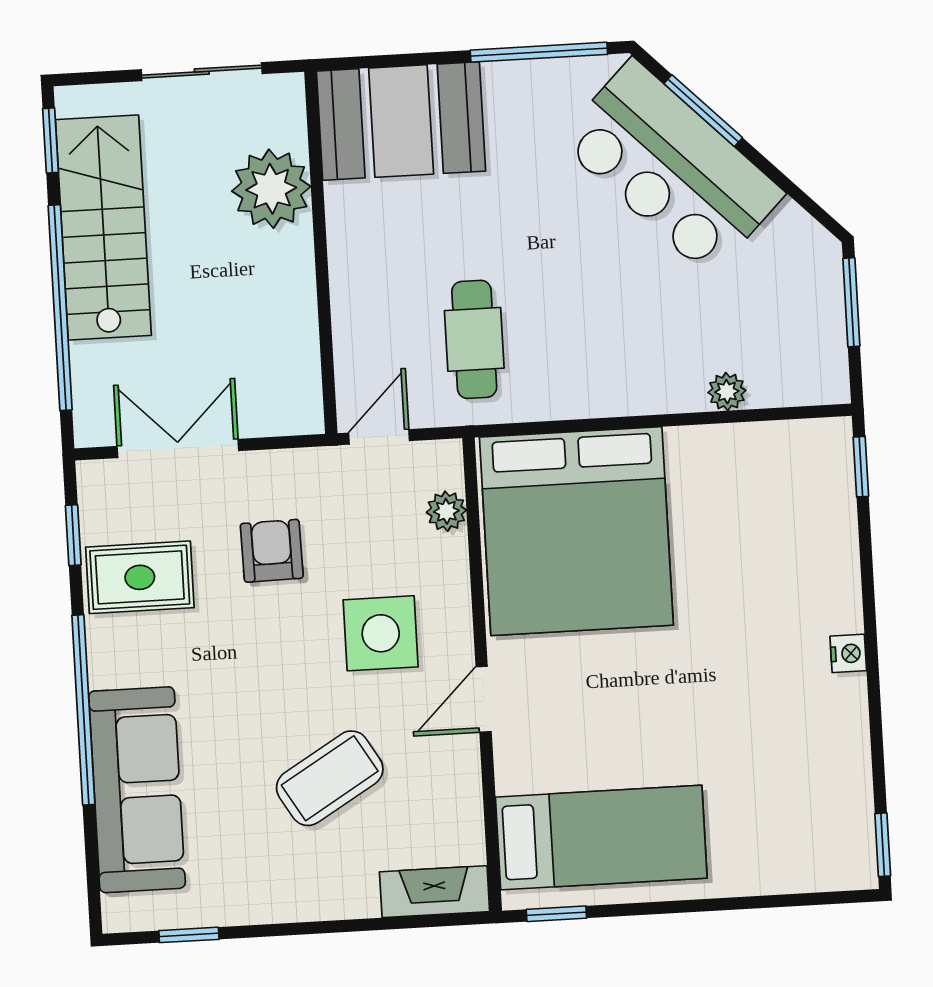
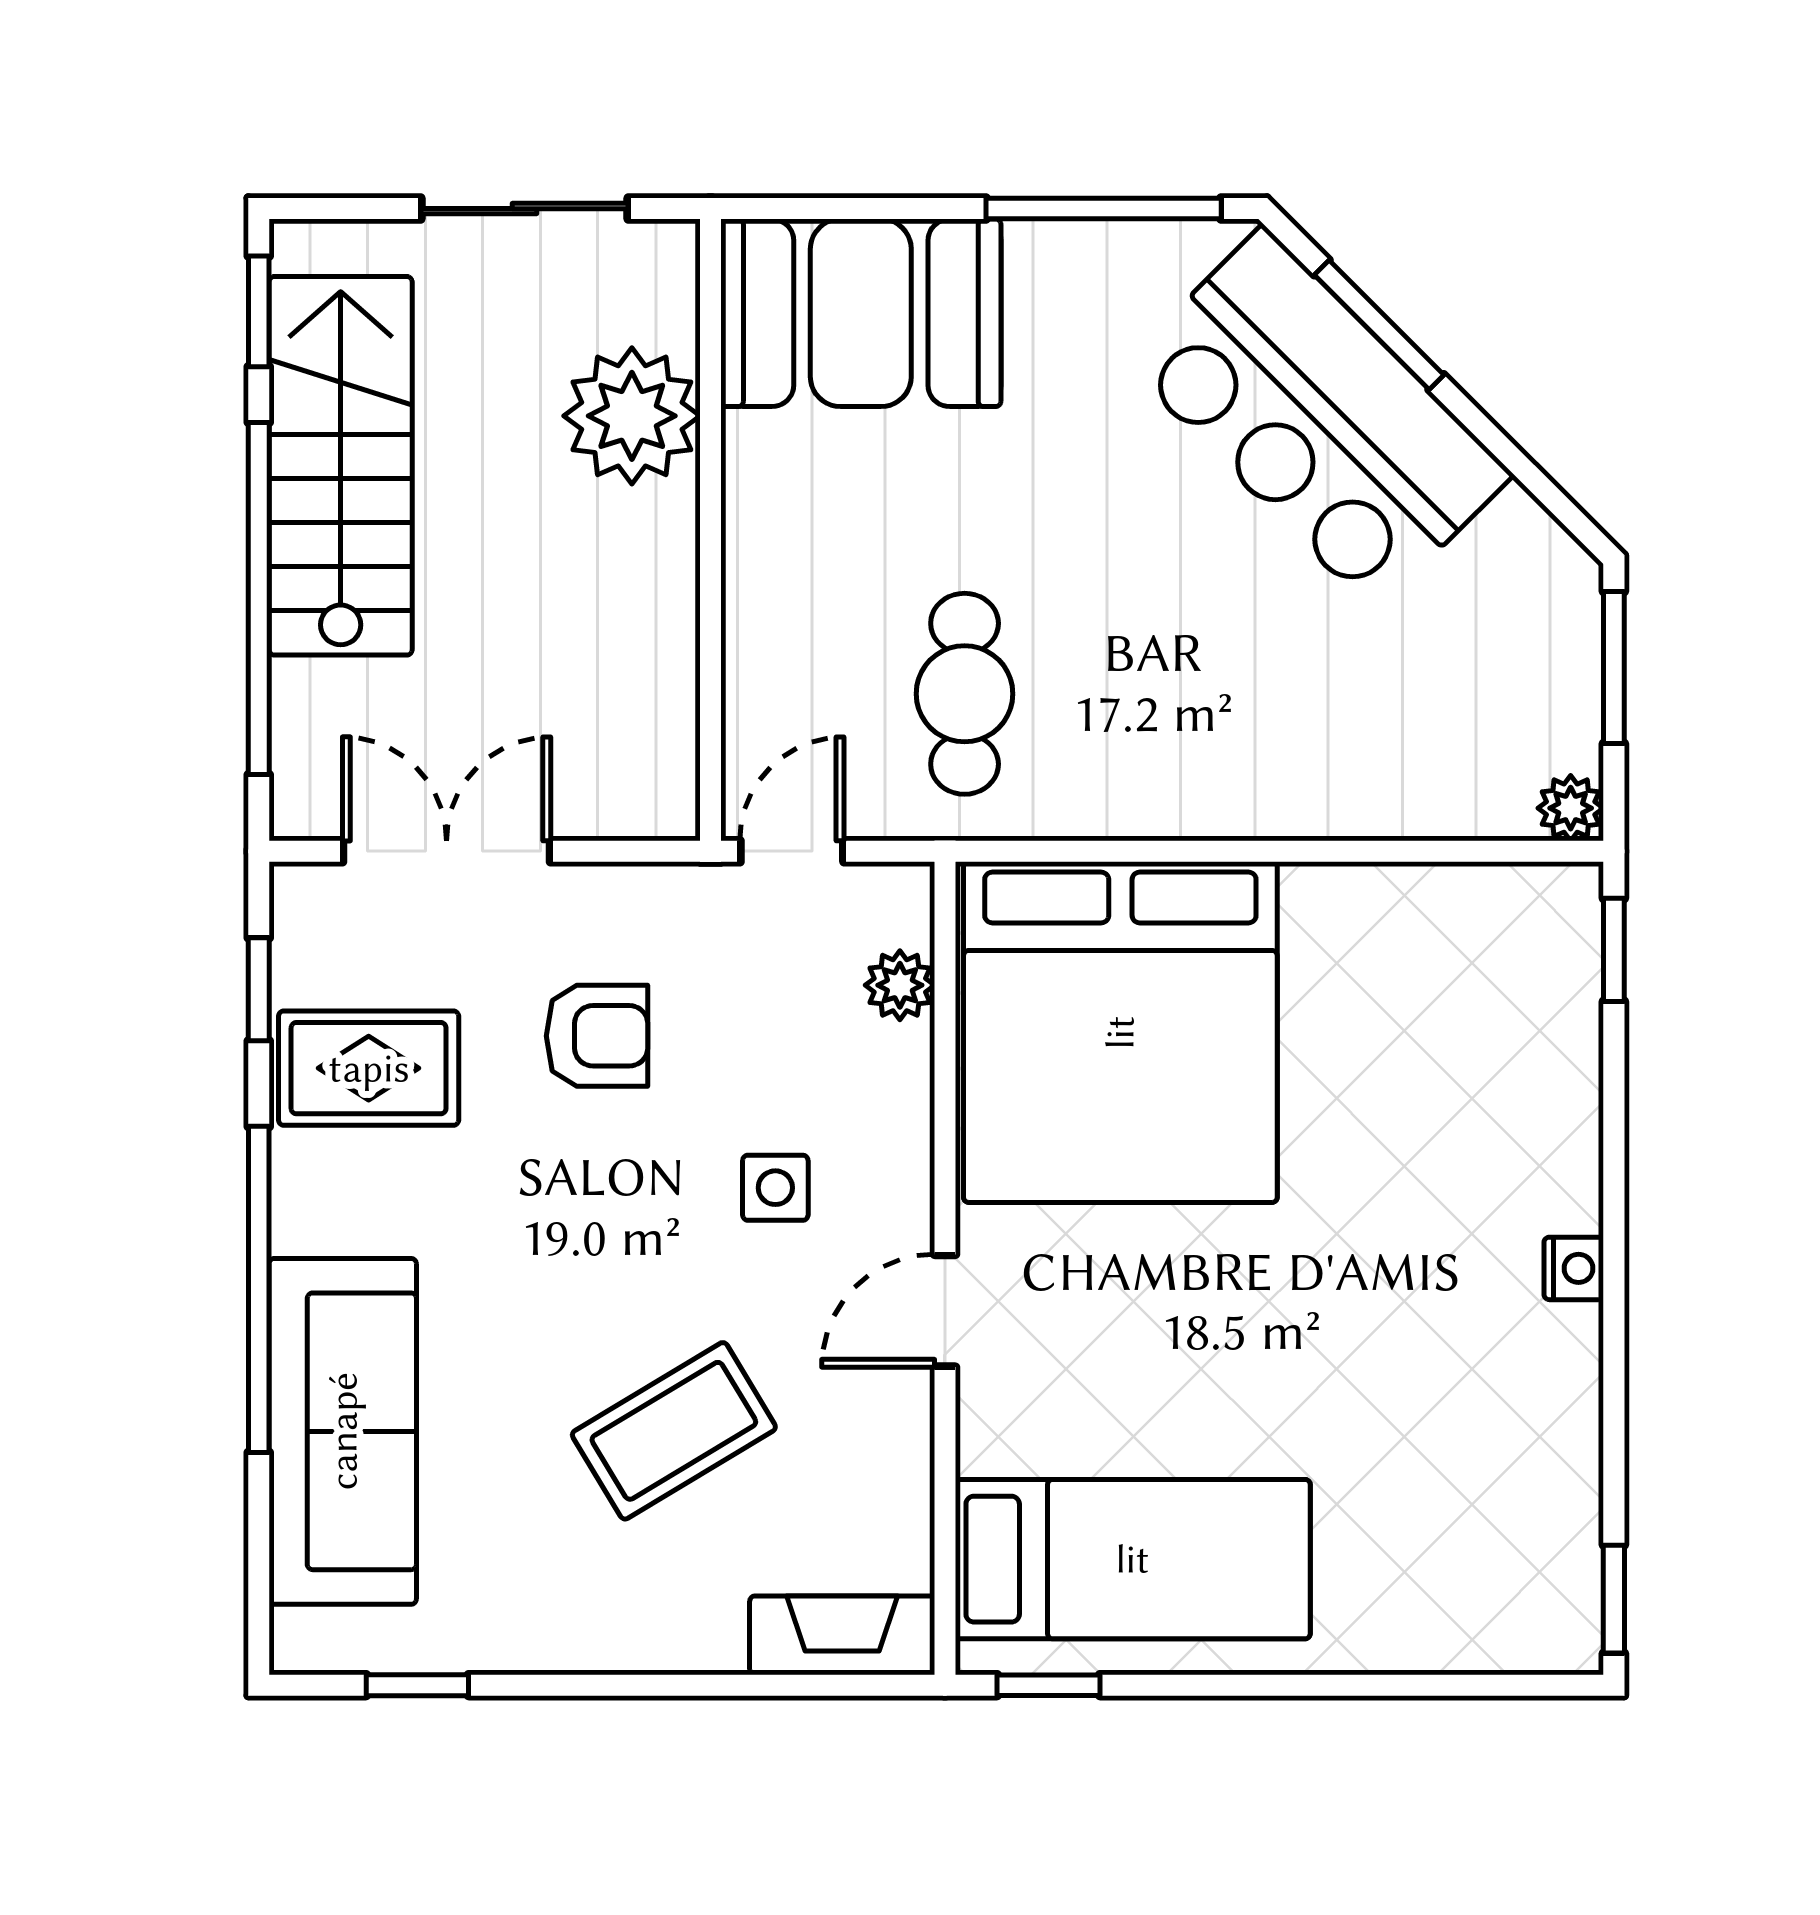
plant: (727, 392) -> (1571, 808), moved
armchair: (272, 551) -> (597, 1036), turned 91
side table: (381, 633) -> (775, 1188), width x0.54, depth x0.54

